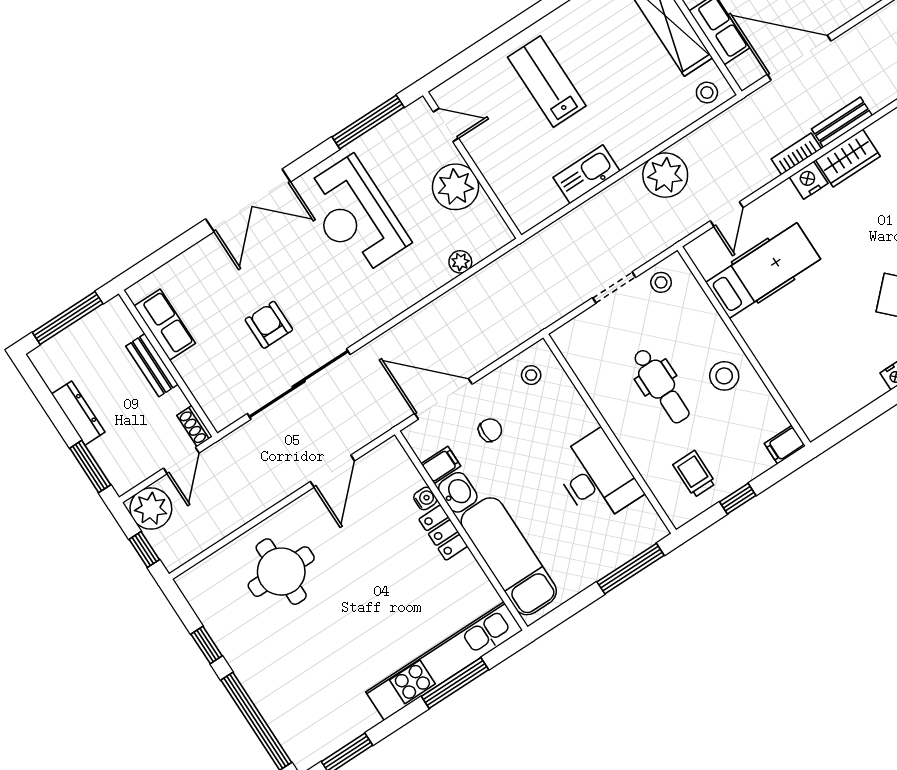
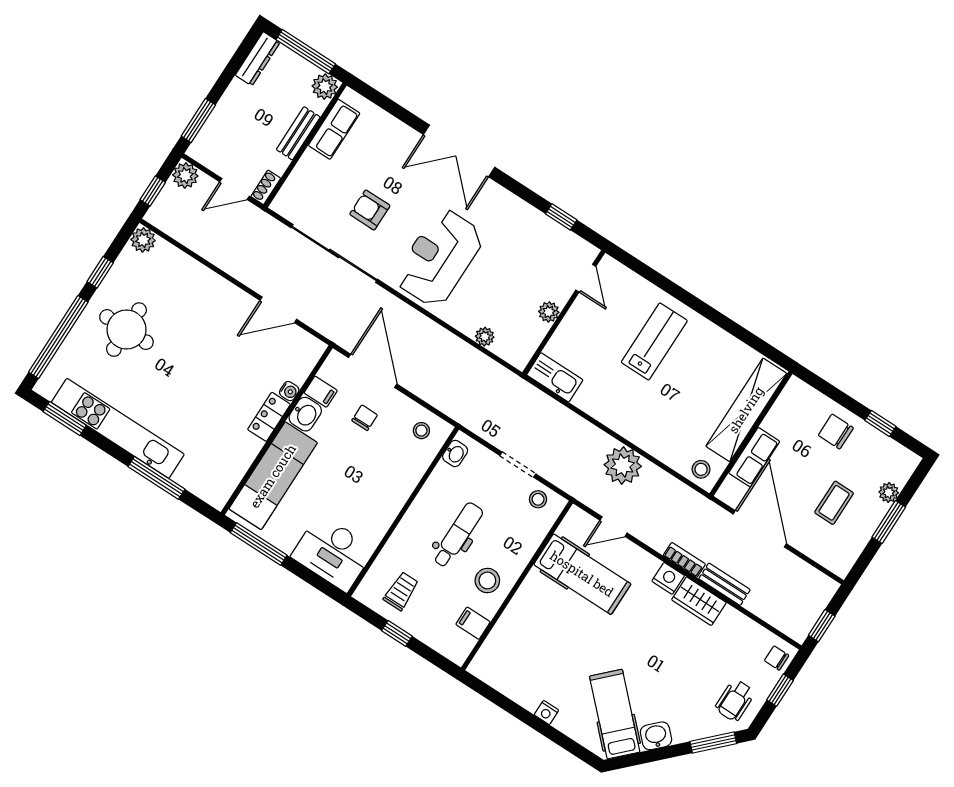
window: (368, 122) -> (561, 217), width x0.46
kitchen sink: (586, 174) -> (555, 377), moved
plant: (455, 187) -> (549, 312), width x0.53, depth x0.53
reception desk: (355, 216) -> (439, 258), moved
plant: (114, 314) -> (325, 87), added
armchair: (269, 325) -> (370, 210), turned -90
washbasin: (572, 350) -> (455, 454), added
dental chair: (661, 386) -> (458, 535), turned 180
dresser: (78, 413) -> (258, 59), moved
chair: (490, 430) -> (365, 418), turned -90
filing cabinet: (785, 445) -> (473, 623), moved
desk: (597, 477) -> (333, 553), moved, turned 90
plant: (151, 509) -> (185, 175), width x0.73, depth x0.73
window: (631, 569) -> (259, 544), moved
round table: (281, 572) -> (126, 330), moved
plant: (192, 583) -> (143, 240), added
kitchen unit: (444, 661) -> (118, 428), moved

